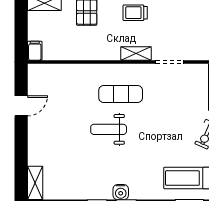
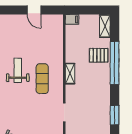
trolley: (135, 13) -> (98, 89), removed
shelving: (136, 54) -> (70, 74), moved

